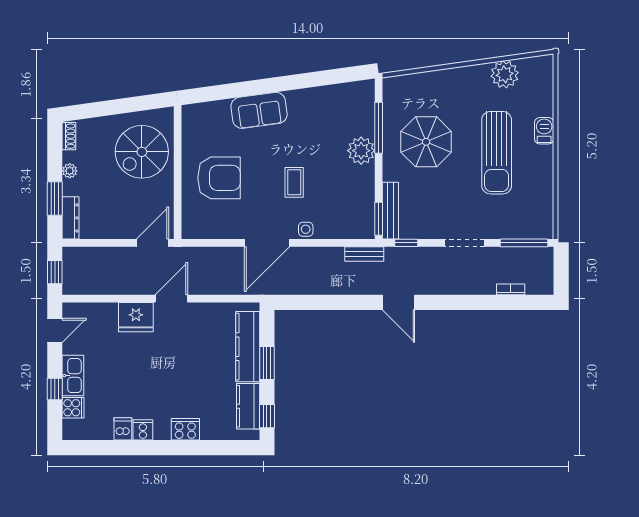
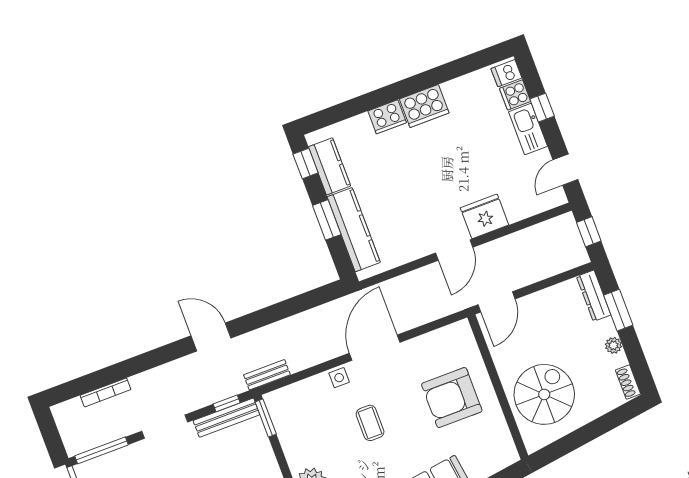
bench: (390, 211) -> (226, 418), moved, turned 90
bookcase: (511, 289) -> (106, 392), width x1.56
dishwasher: (123, 429) -> (506, 73), moved, turned 90
cooker: (143, 430) -> (424, 106), width x1.87, depth x1.31

